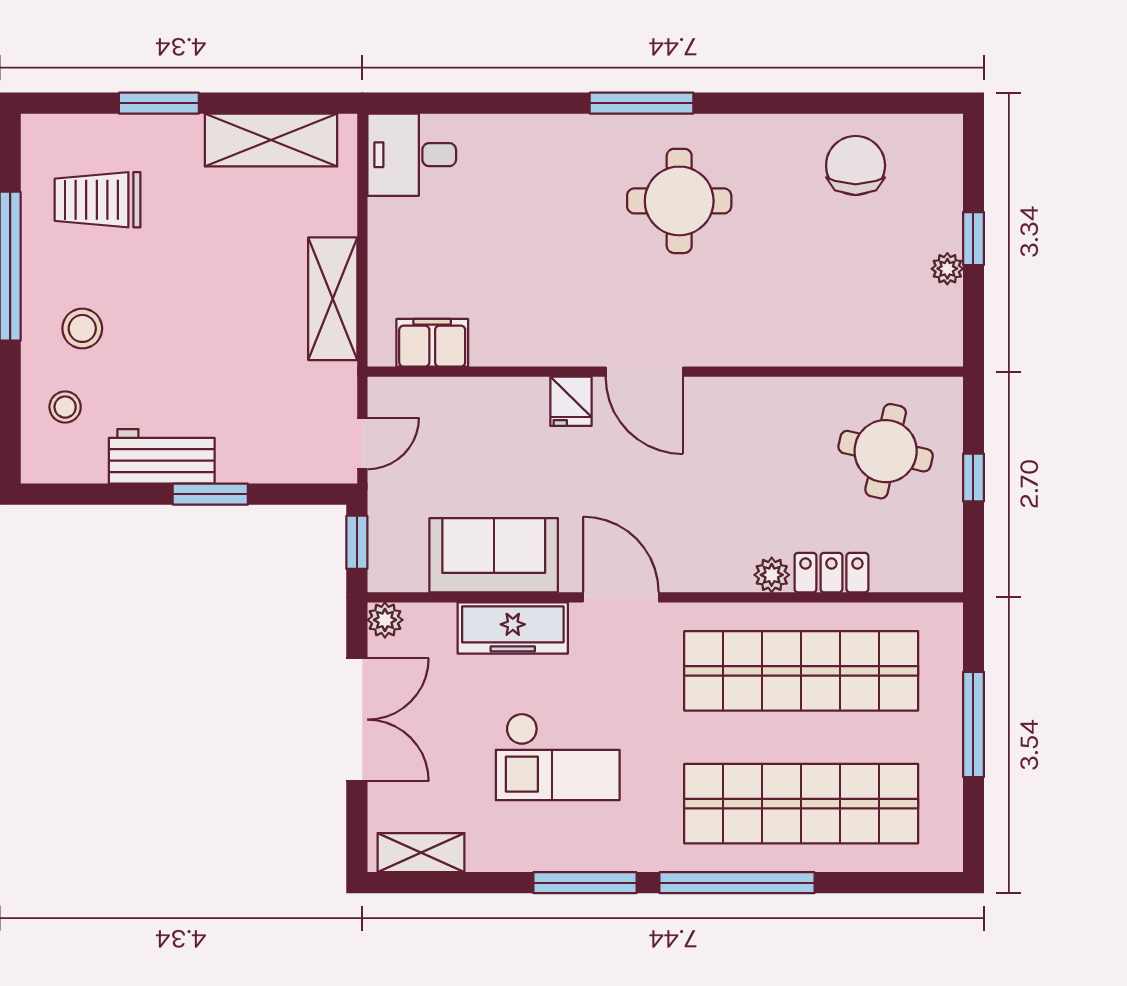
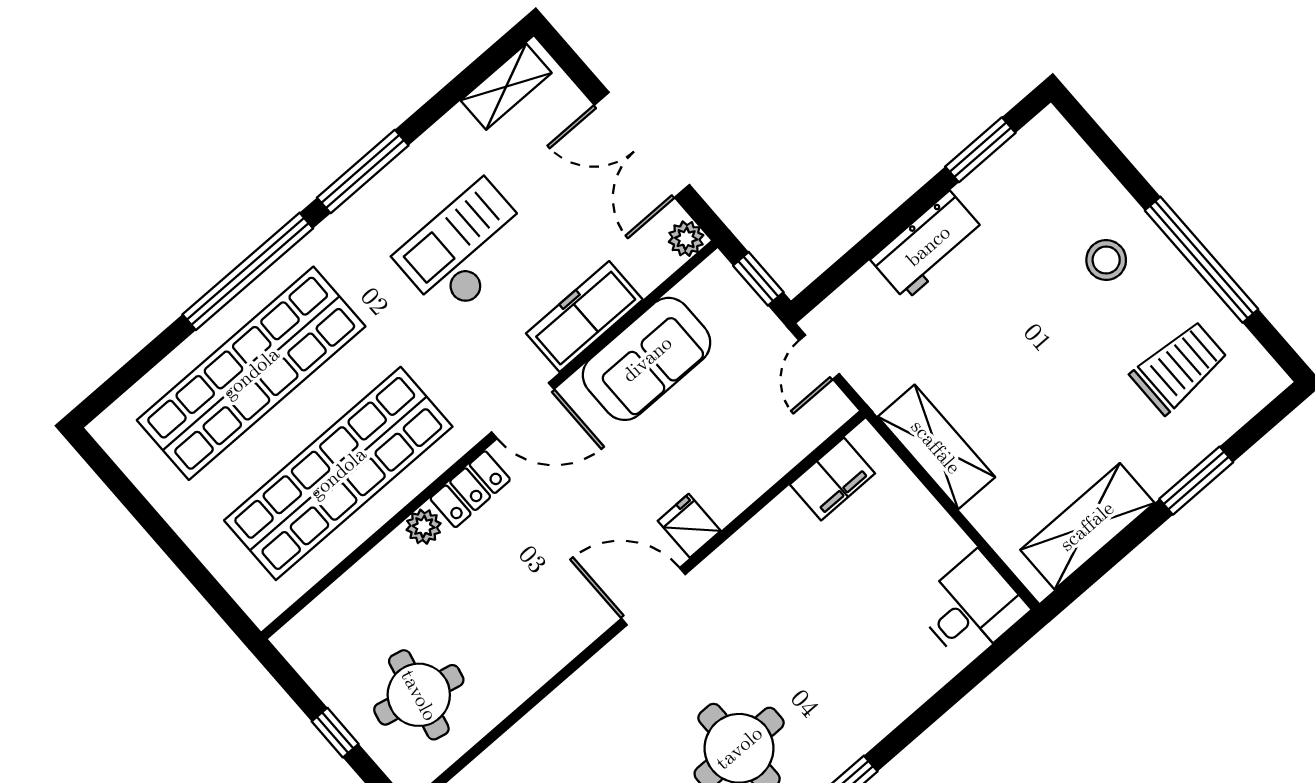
stool: (65, 407) -> (1068, 189), removed
workbench: (162, 456) -> (928, 246), moved
window: (210, 494) -> (980, 150), moved
locker: (831, 573) -> (470, 489), moved
window: (973, 724) -> (173, 546), removed

